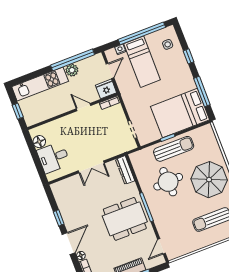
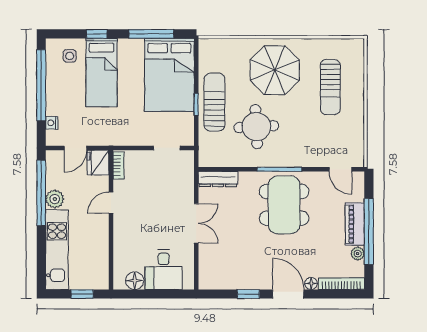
bed: (142, 62) -> (102, 73), moved, turned 90
door: (110, 71) -> (75, 148), swing flipped

